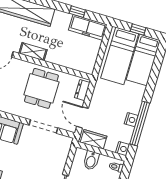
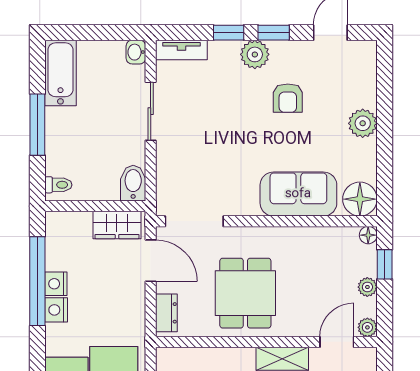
doorway: (43, 127) -> (194, 221), moved
nightstand: (123, 149) -> (56, 310), moved
bidet: (91, 160) -> (133, 183), moved

